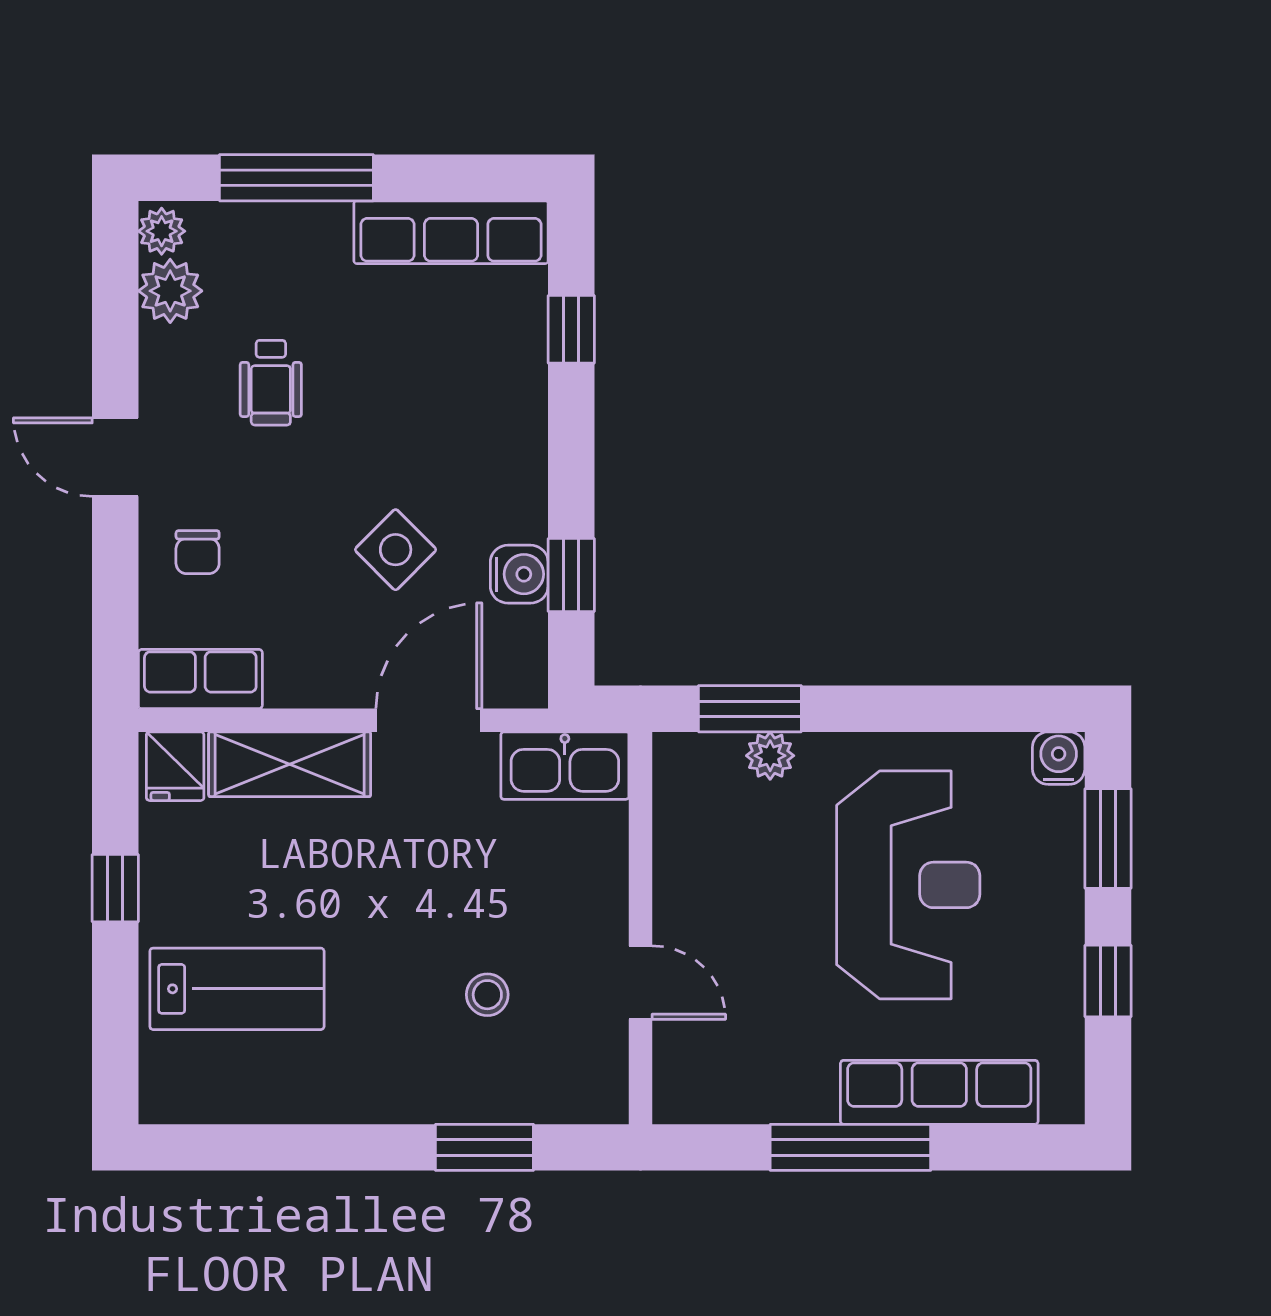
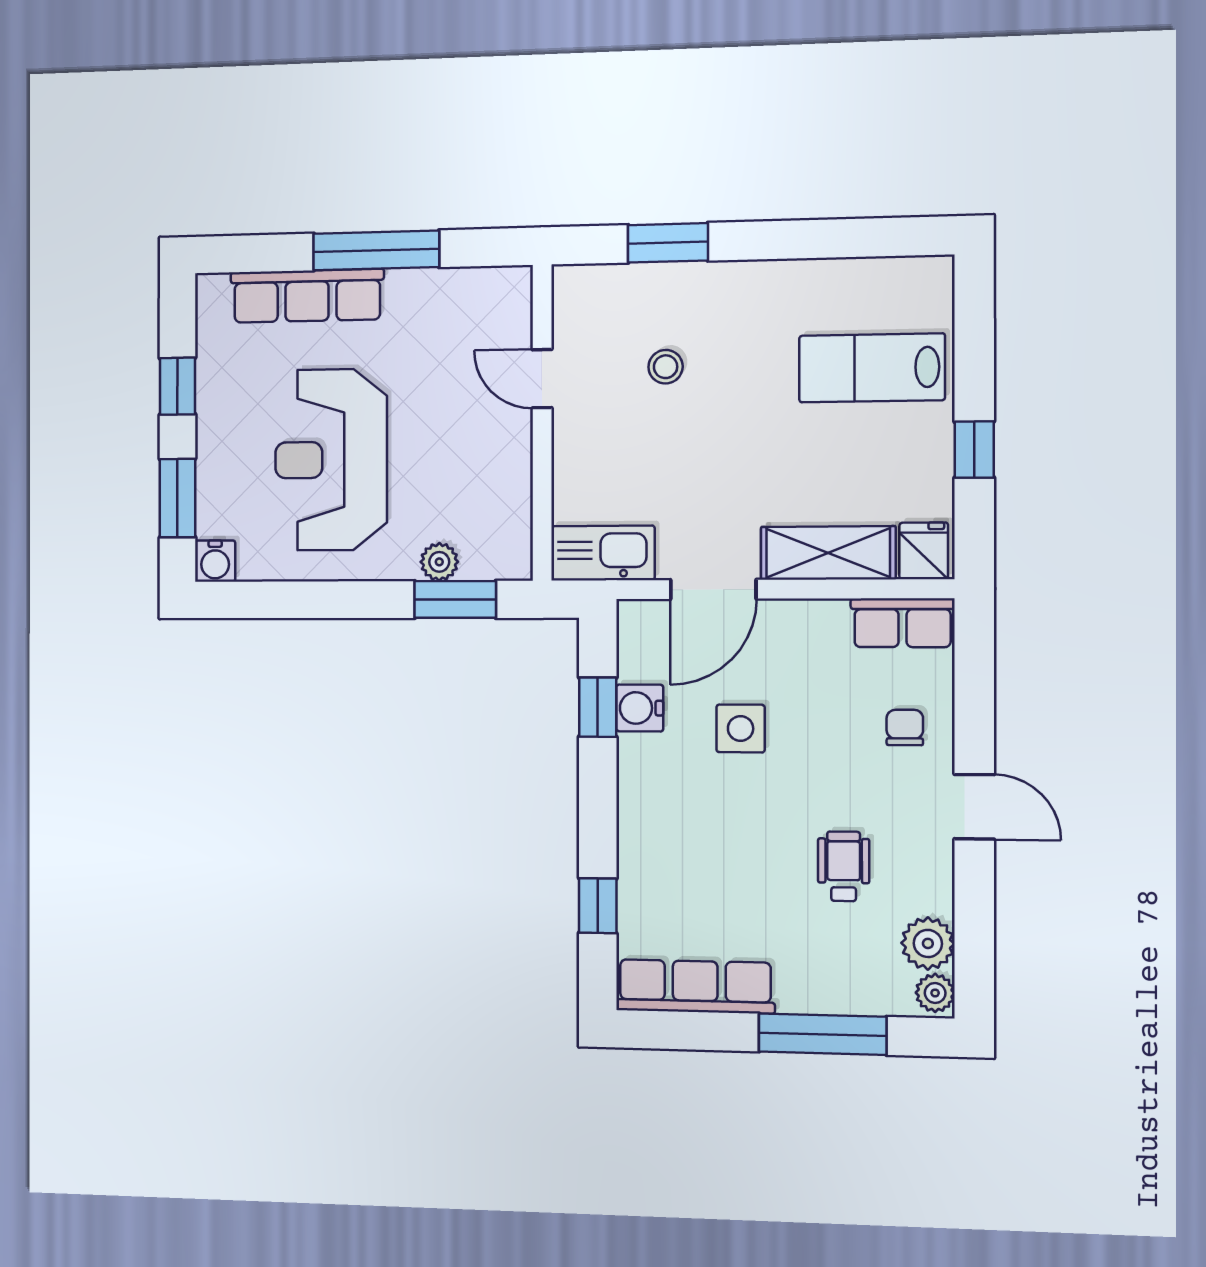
side table: (396, 550) -> (741, 728), turned 45

